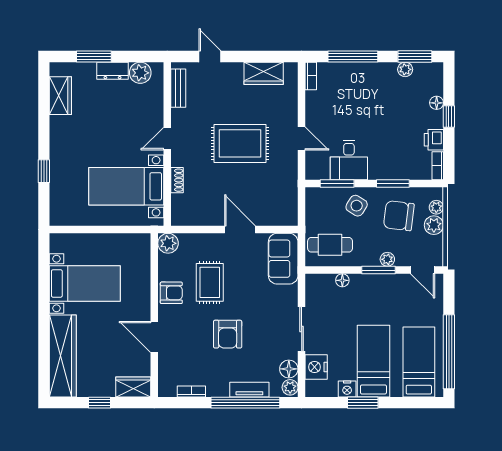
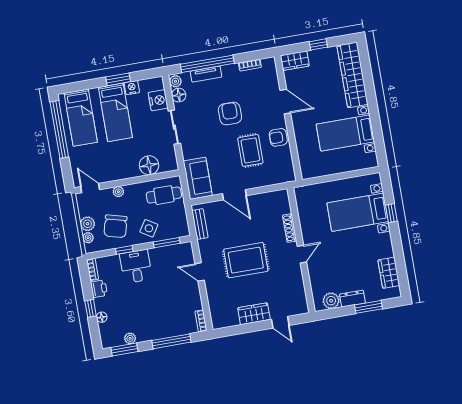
wardrobe: (264, 73) -> (254, 314), moved
bench: (178, 88) -> (200, 224), moved
desk: (349, 160) -> (136, 266), moved
shoe rack: (177, 180) -> (290, 228), width x1.43
window: (393, 184) -> (124, 250), width x0.67
bed with nightstands: (126, 186) -> (358, 212), moved, turned 180
chair: (399, 216) -> (115, 226), turned 98
plant: (168, 243) -> (287, 175), removed
window: (379, 270) -> (124, 182), removed
floor lamp: (342, 280) -> (149, 165), width x1.89, depth x1.89

